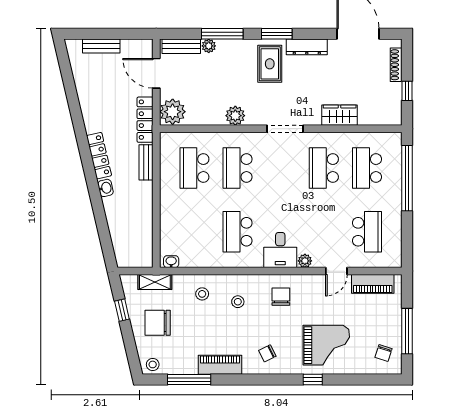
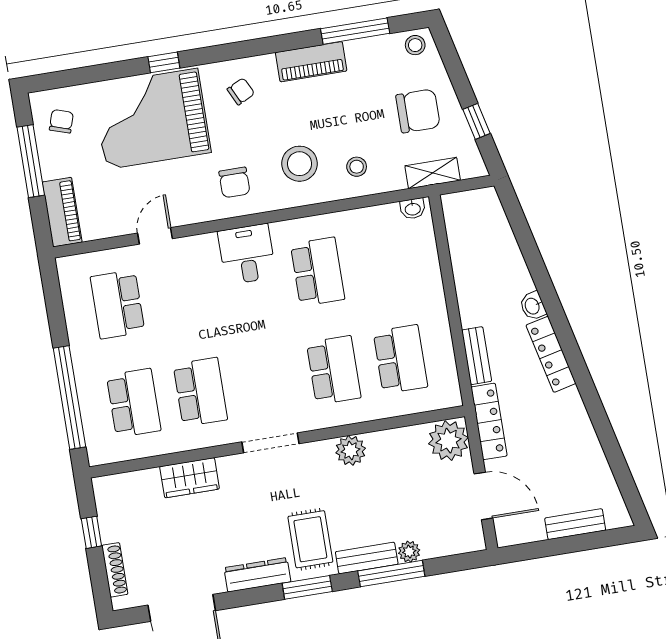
bench: (181, 46) -> (367, 558), moved
plant: (305, 261) -> (206, 244), removed
piano: (373, 284) -> (62, 212), moved, turned 90
stool: (238, 302) -> (300, 164), width x1.89, depth x1.89
grand piano: (326, 345) -> (152, 119), width x1.37, depth x1.48

